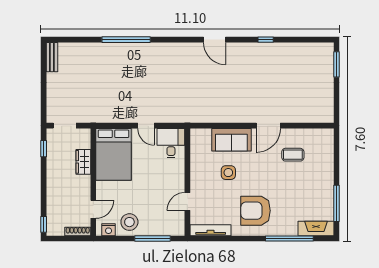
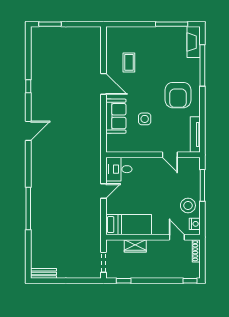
bed: (114, 154) -> (129, 225), width x0.67

